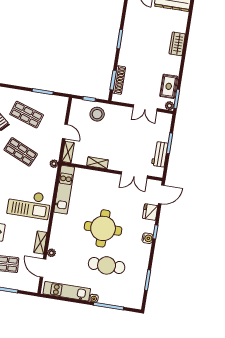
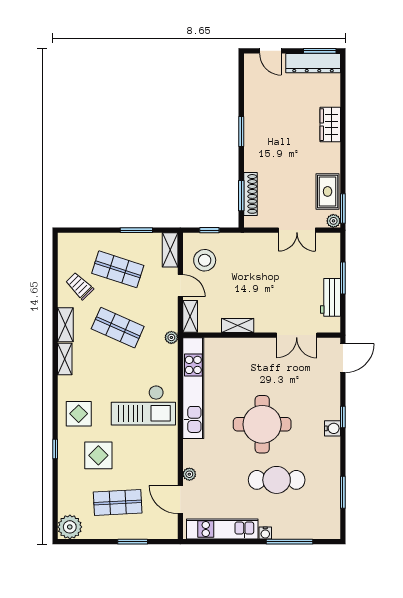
stool: (97, 114) -> (205, 260), moved
kitchen unit: (64, 190) -> (193, 388), width x1.36
fridge: (150, 212) -> (330, 388), removed
shelving: (40, 243) -> (170, 250), moved

